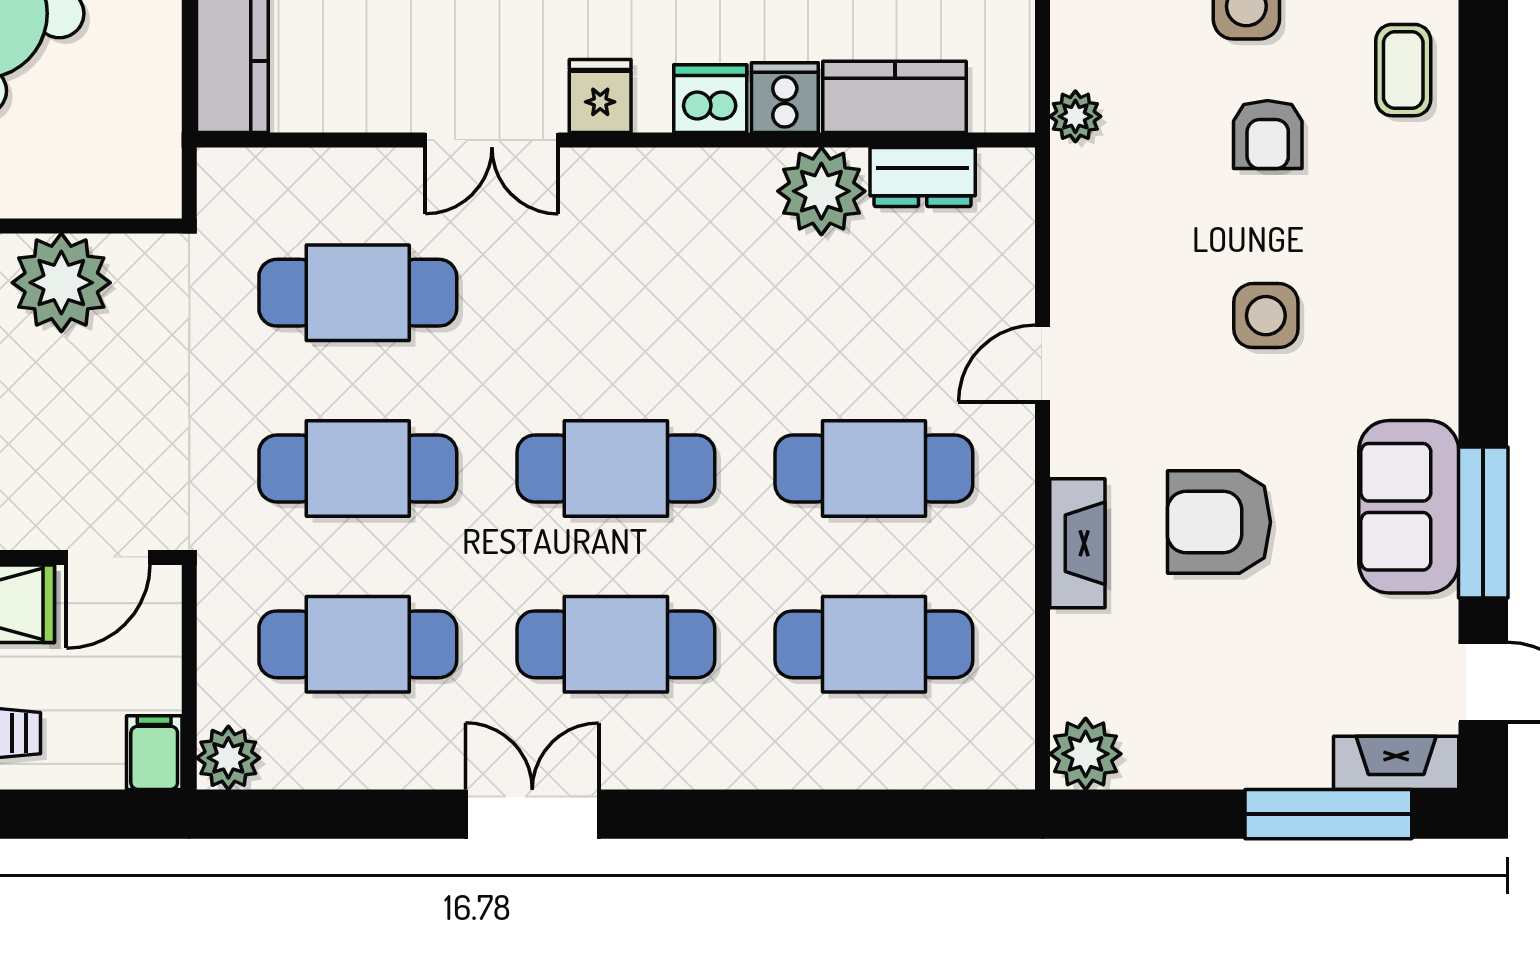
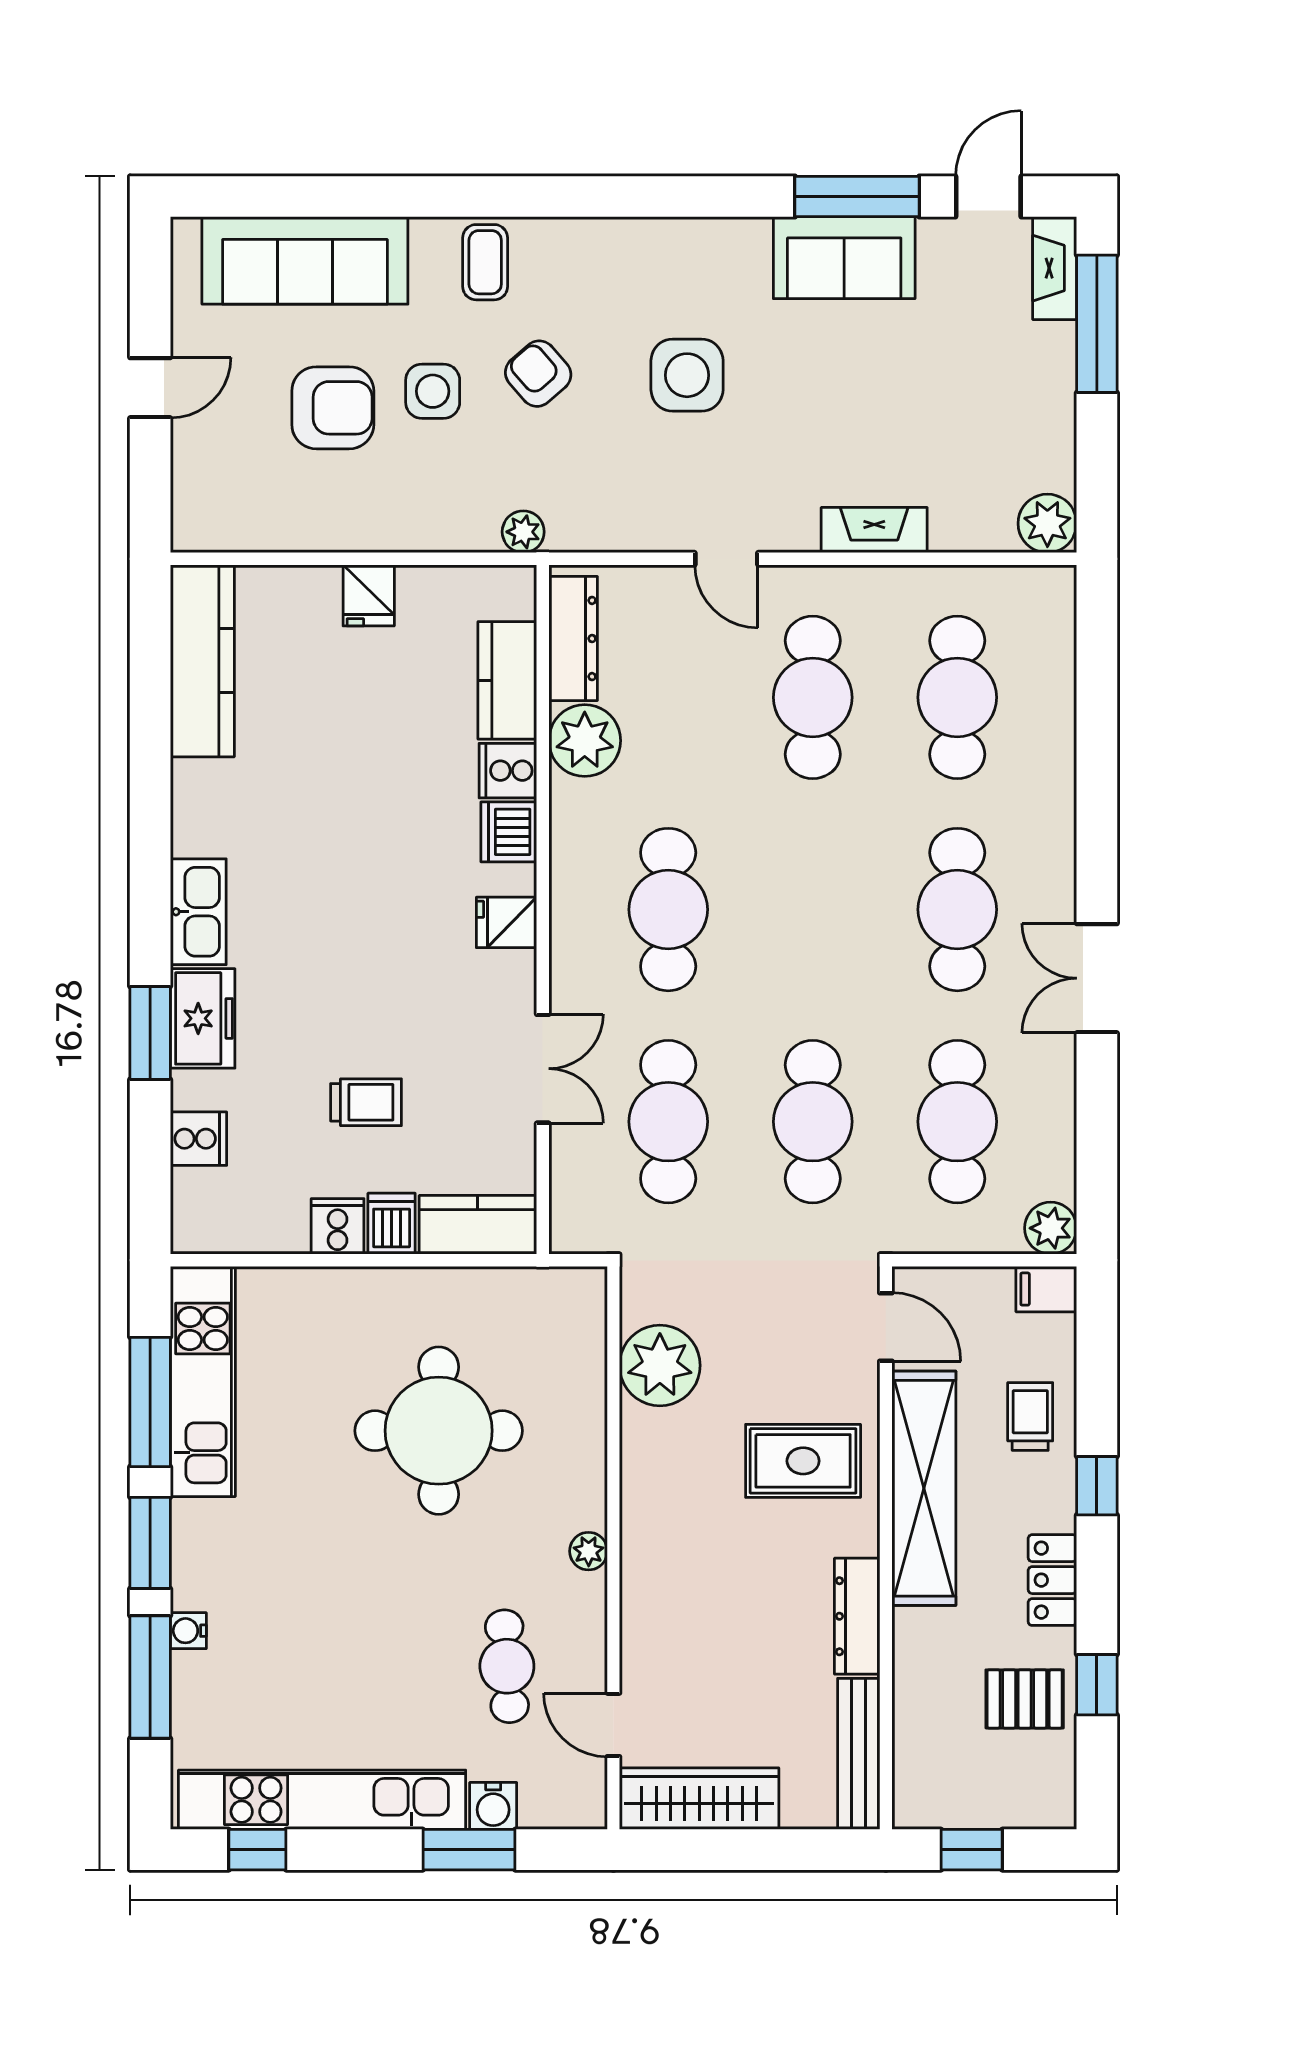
coffee table: (1403, 70) -> (485, 262), turned 90
armchair: (1268, 134) -> (538, 374), turned -131
double door: (492, 140) -> (543, 1069), moved
dresser: (923, 177) -> (573, 639), width x1.44
side table: (1266, 316) -> (687, 375), width x1.37, depth x1.37
cafe table: (616, 469) -> (668, 910), moved
armchair: (1219, 522) -> (857, 414), removed

